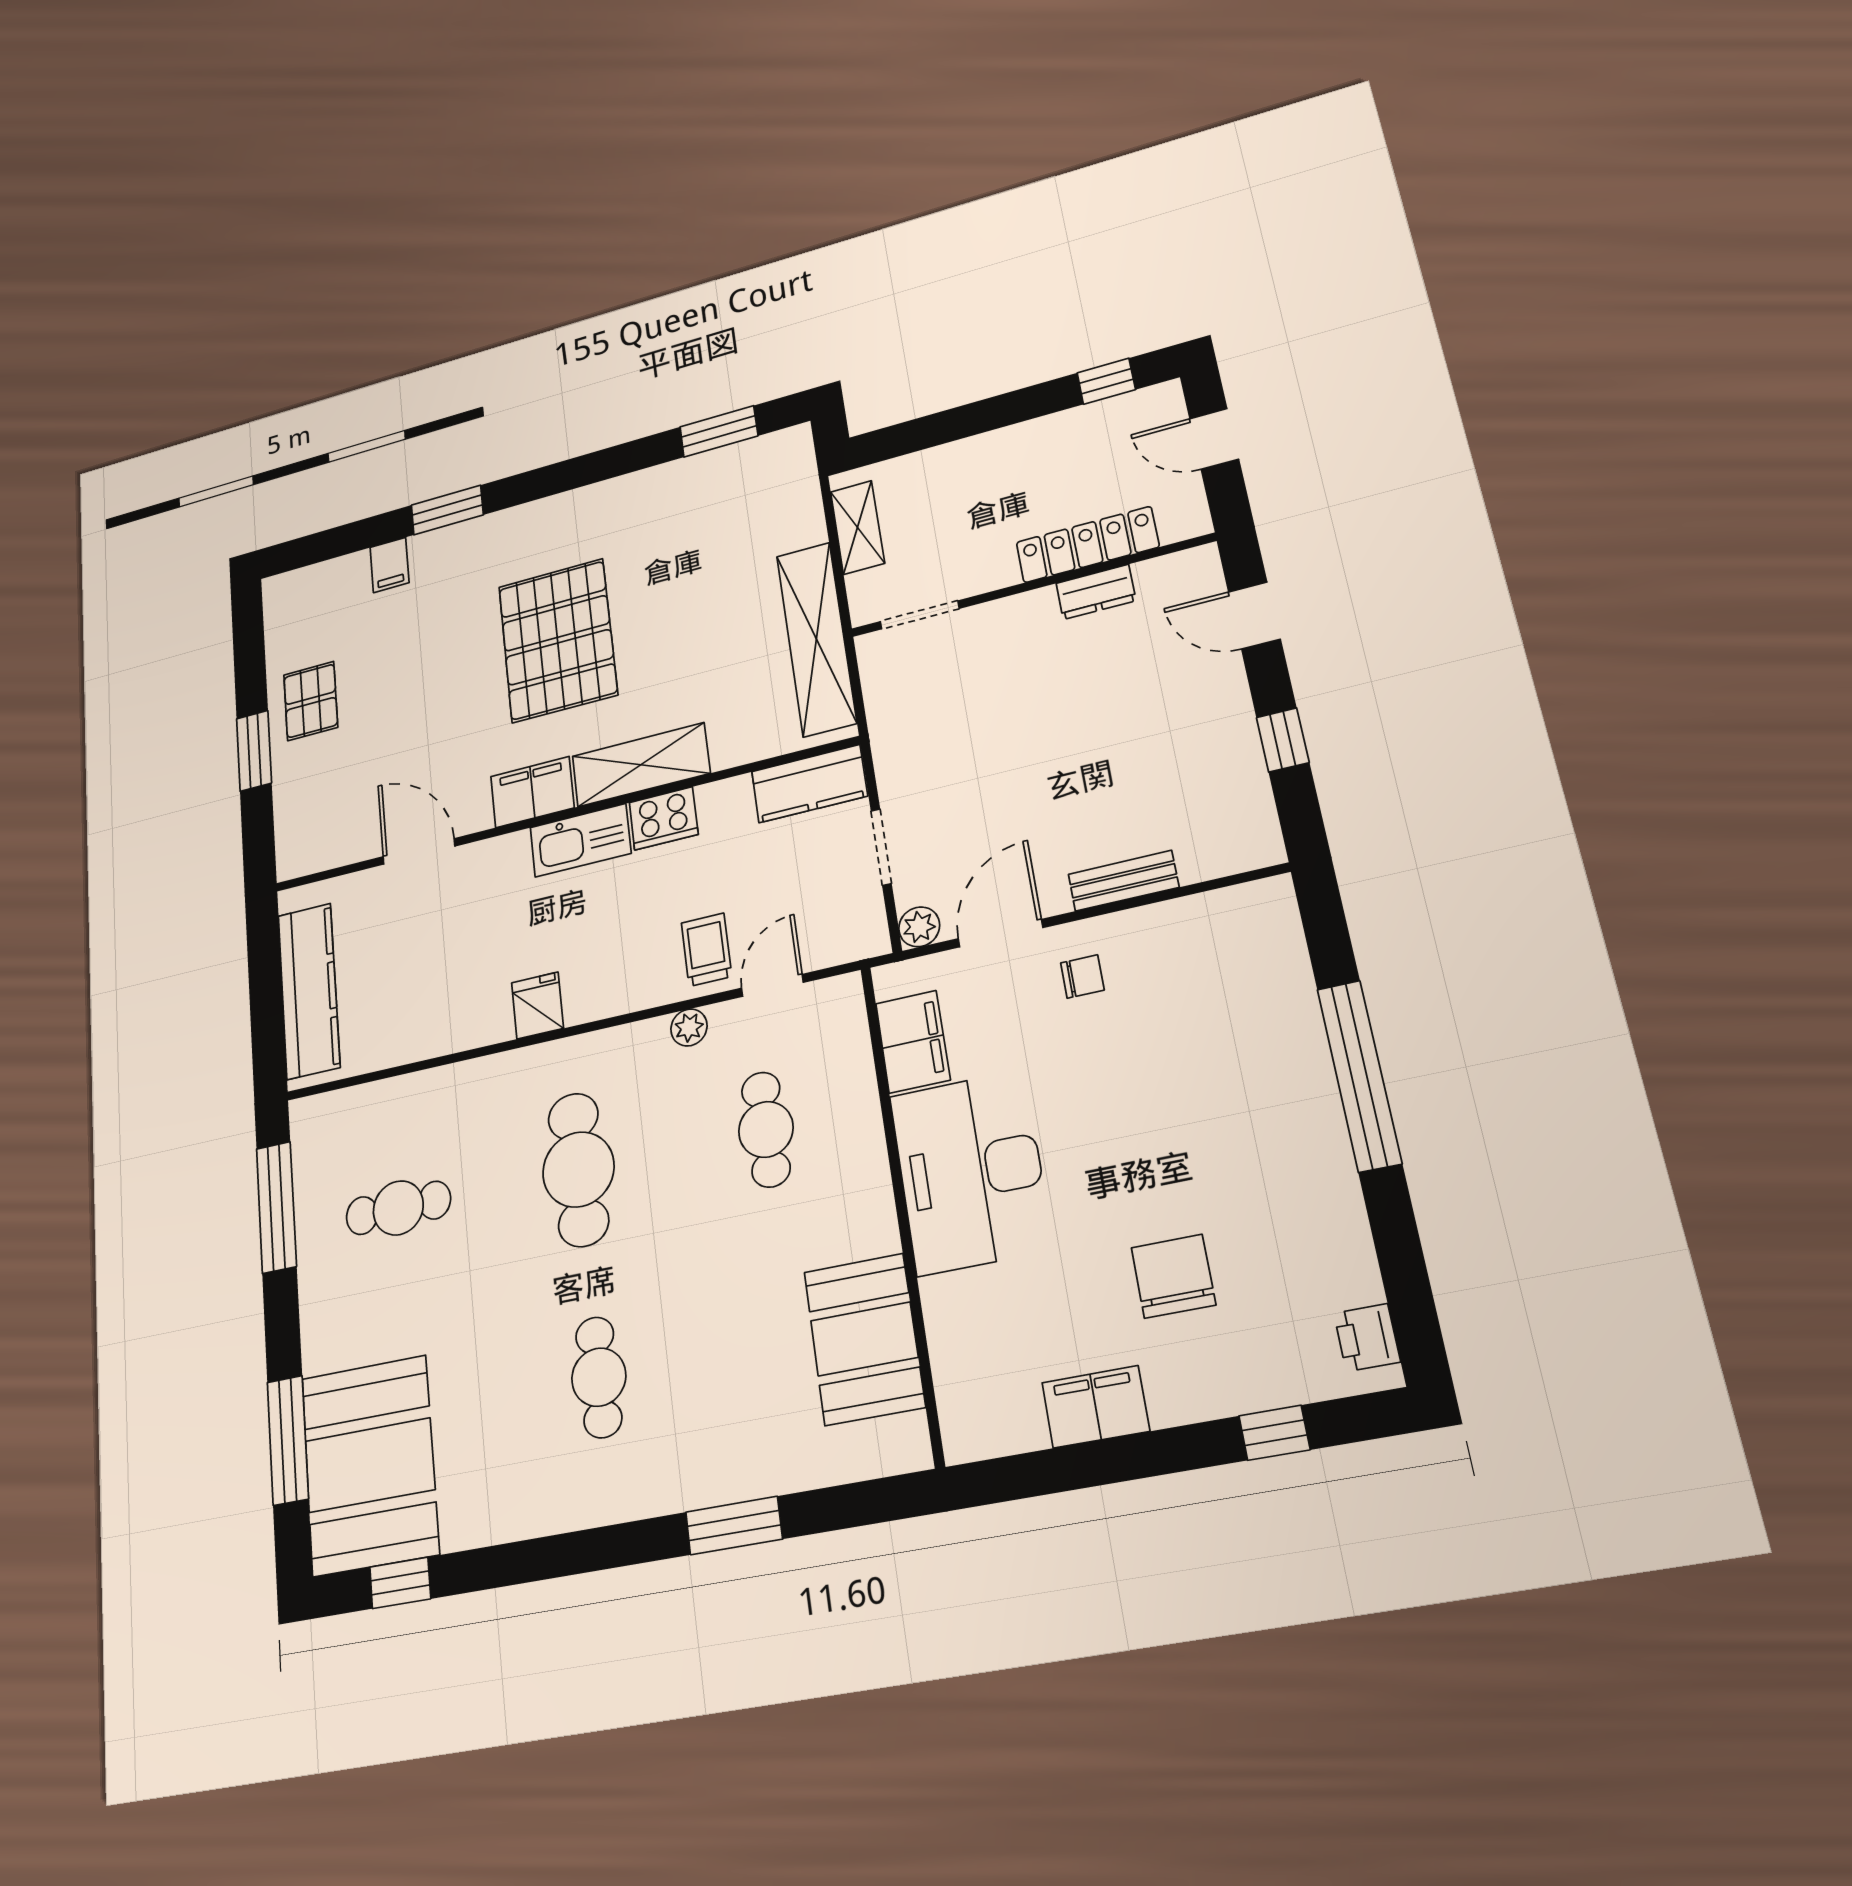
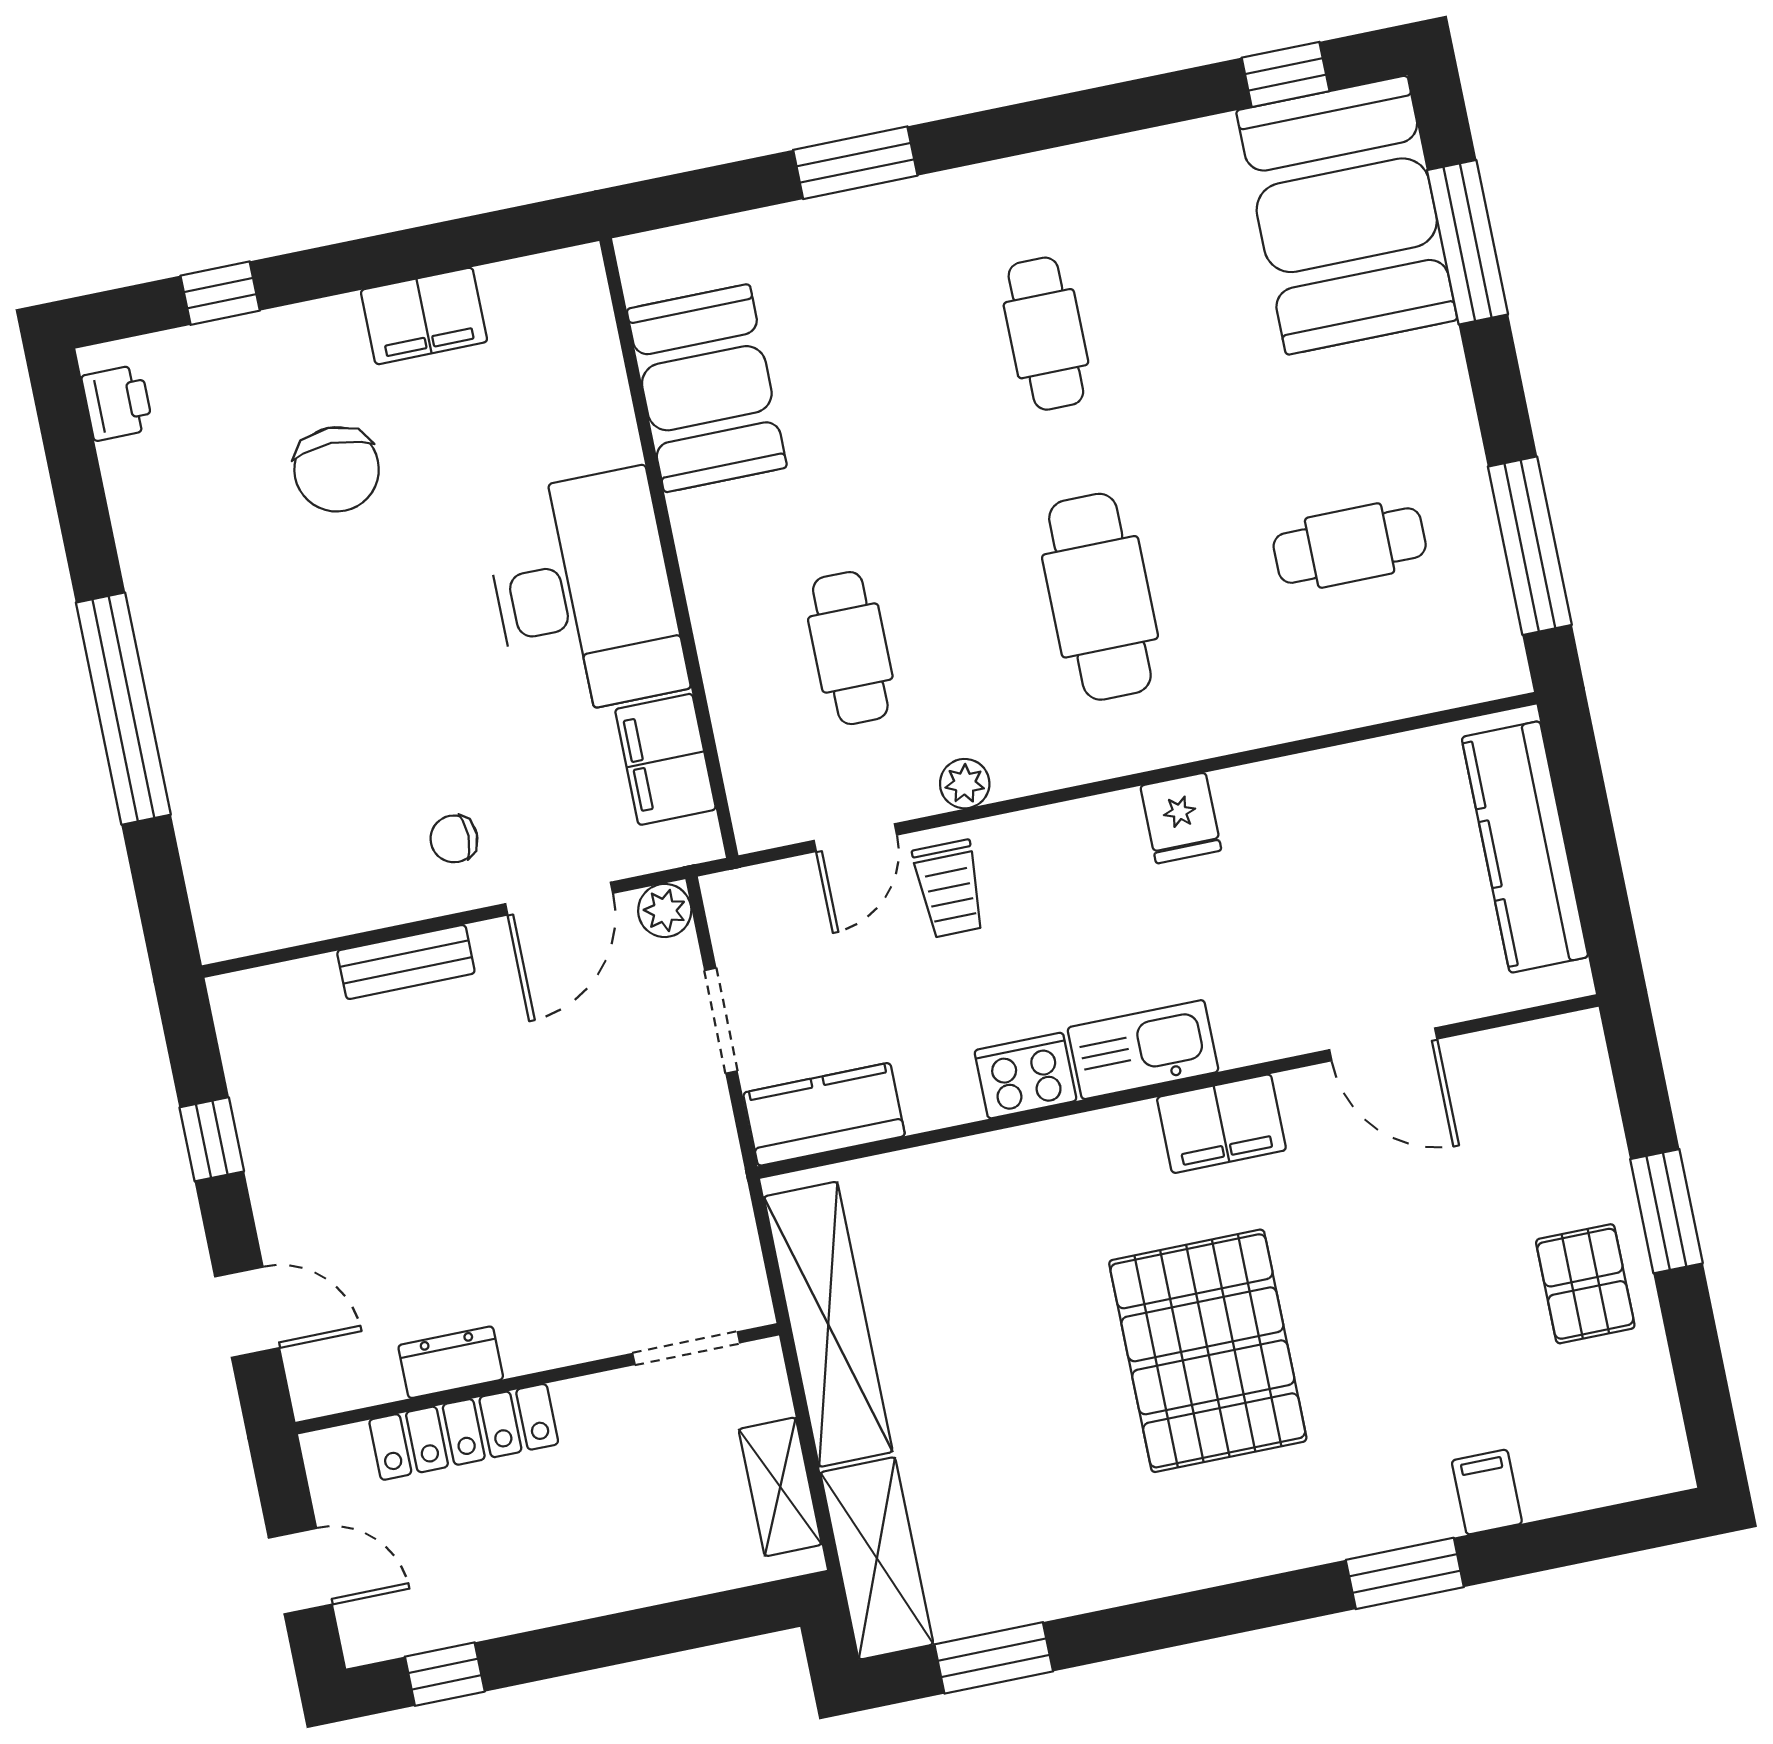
shelving: (641, 765) -> (877, 1558), moved, turned 90

